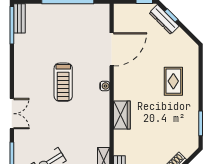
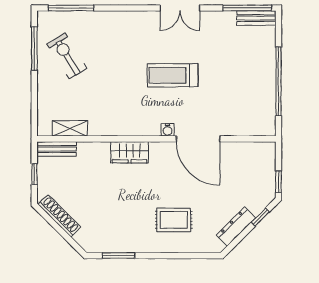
dresser: (164, 19) -> (236, 227), moved
door: (112, 49) -> (198, 139), moved
double door: (12, 114) -> (180, 8), moved

